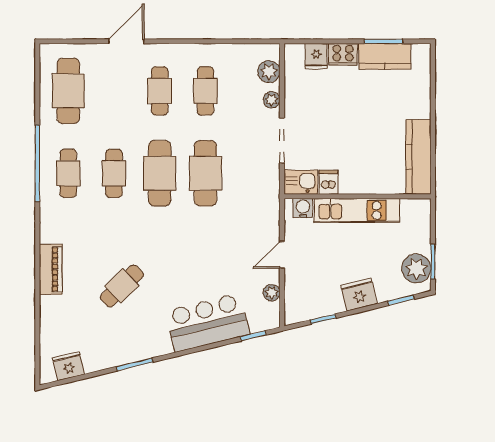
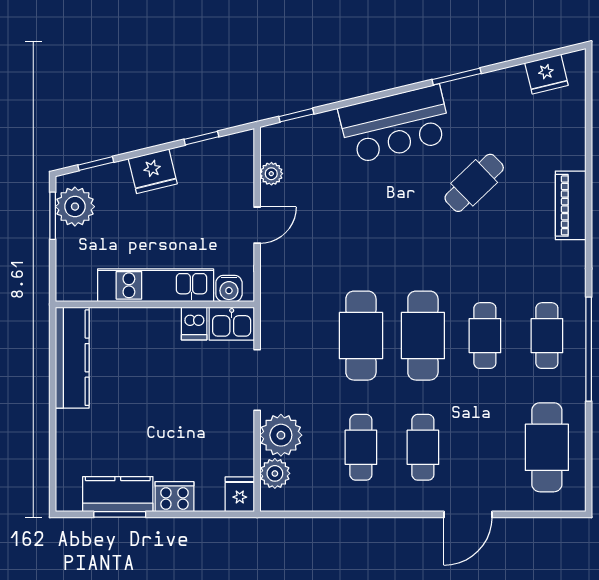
fridge: (316, 56) -> (240, 494), moved
plant: (272, 100) -> (281, 435), width x1.87, depth x1.87
bar counter: (207, 323) -> (395, 124), moved

